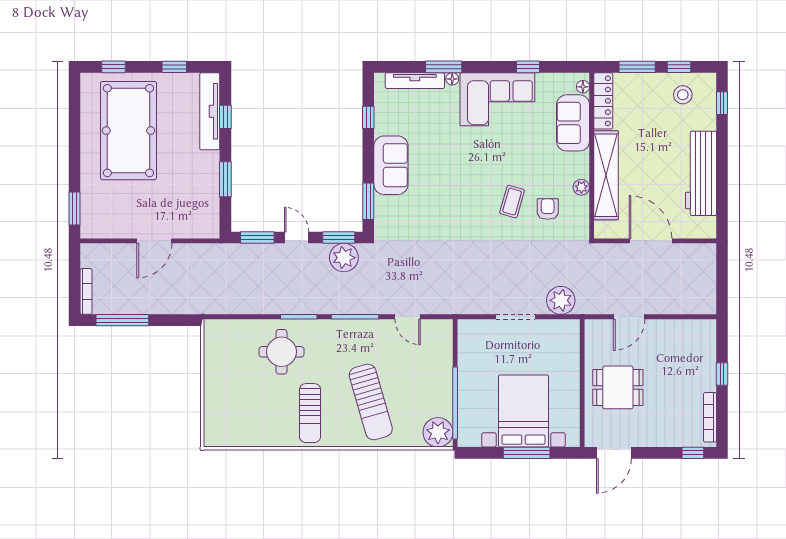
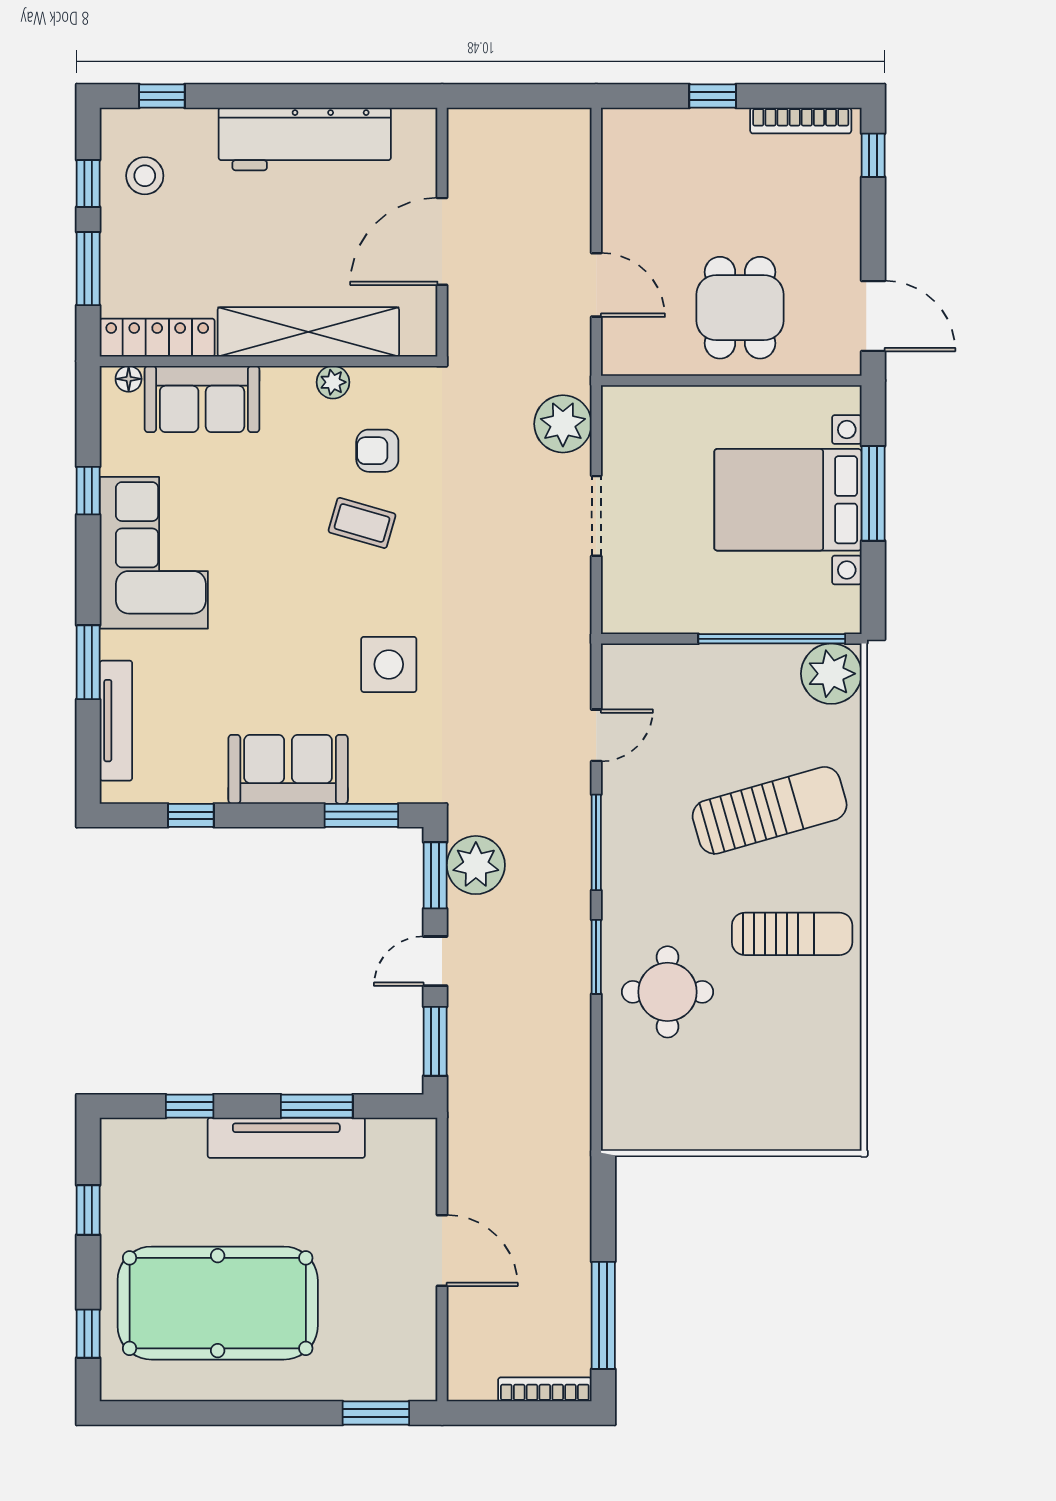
floor lamp: (452, 79) -> (113, 645), removed
tv unit: (210, 111) -> (286, 1138), moved
side table: (443, 215) -> (389, 664), added

